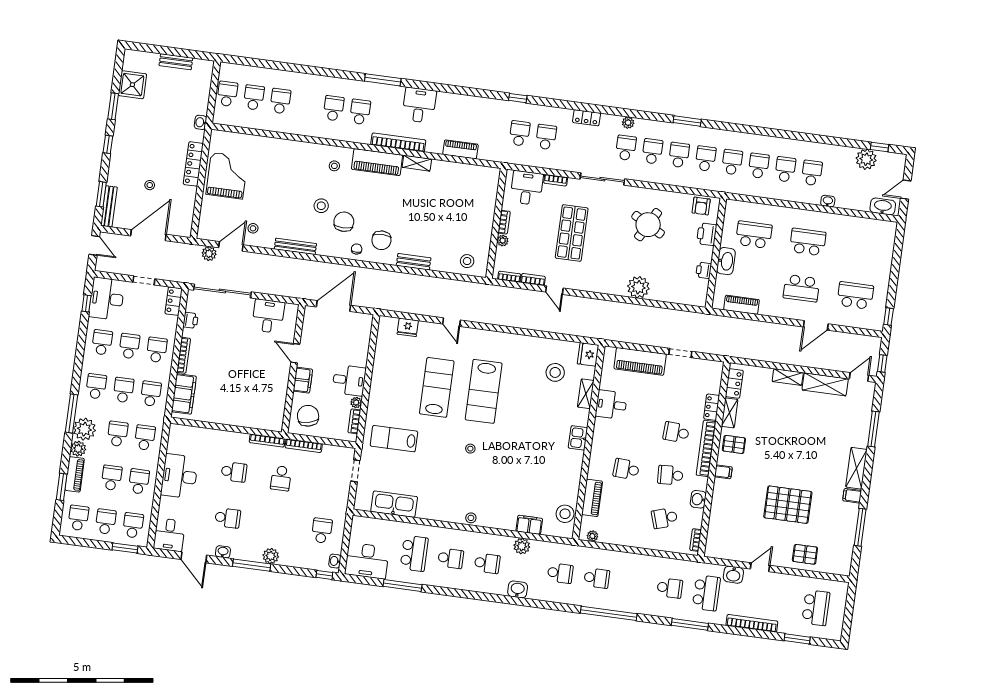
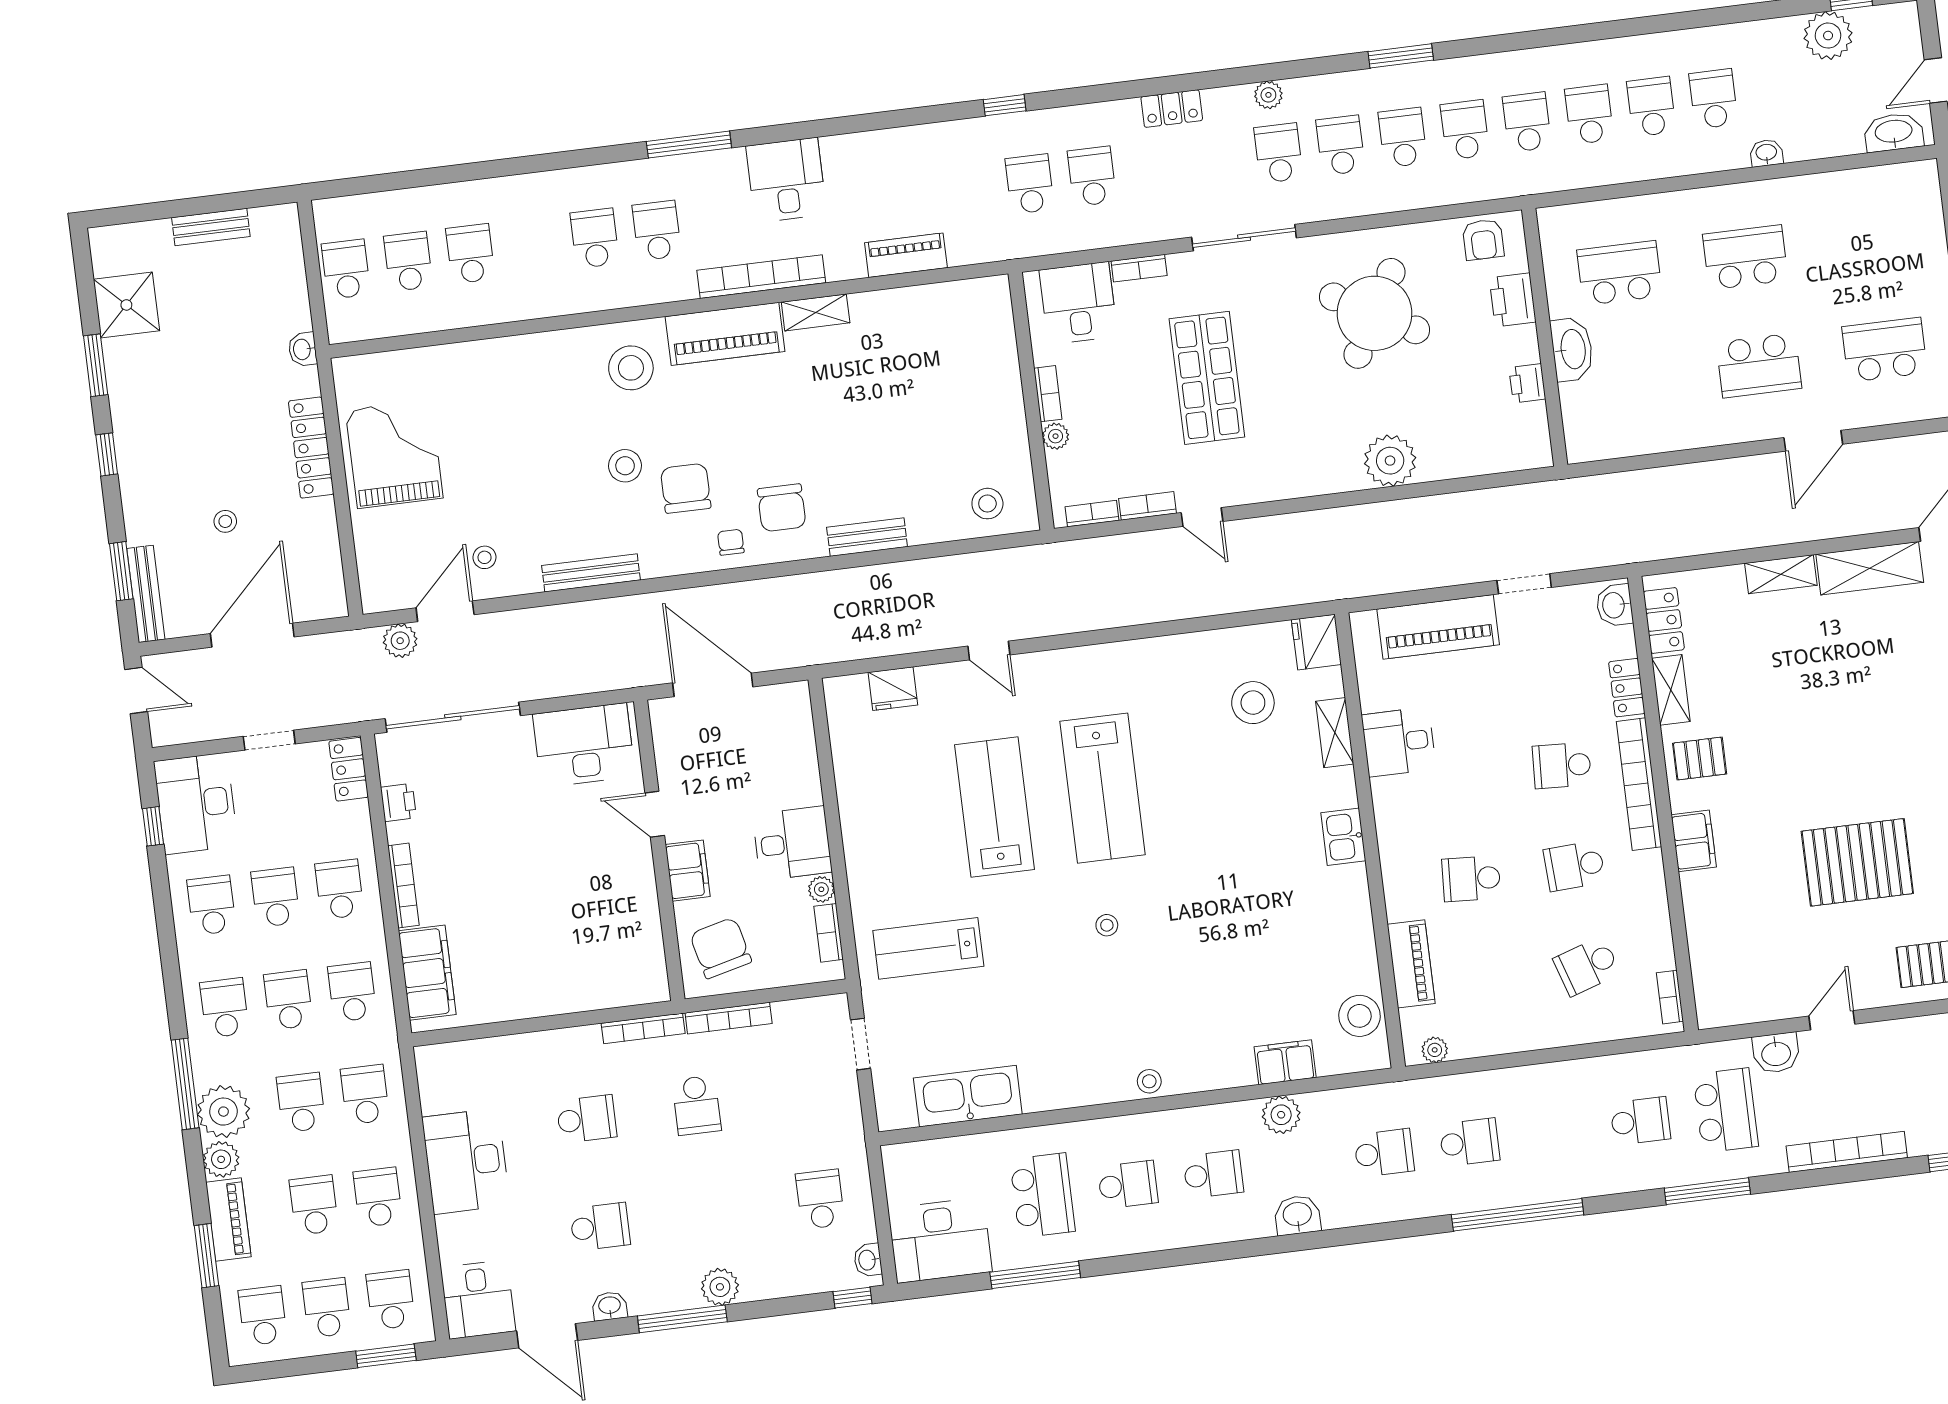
stool: (334, 166) -> (631, 368), width x1.89, depth x1.89
round table: (648, 225) -> (1375, 313), width x1.36, depth x1.36
piano: (742, 305) -> (1634, 439), removed
door: (334, 306) -> (713, 685), hinge flipped
desk: (268, 316) -> (584, 745), width x1.37
filing cabinet: (723, 472) -> (1694, 841), width x2.00
washbasin: (698, 499) -> (1614, 605), moved

